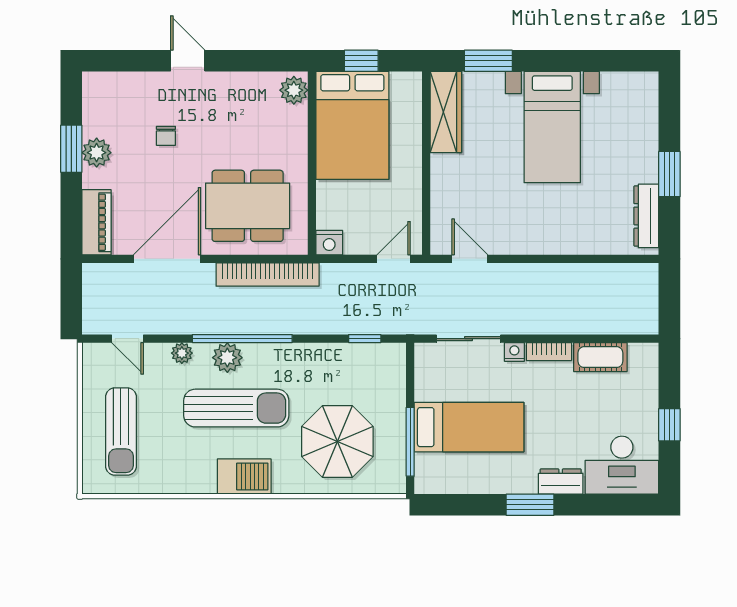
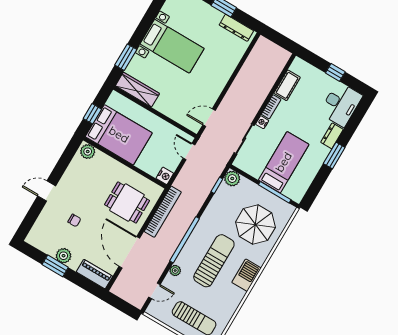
dining table: (248, 206) -> (127, 203), width x0.73
plant: (227, 358) -> (232, 179), moved

